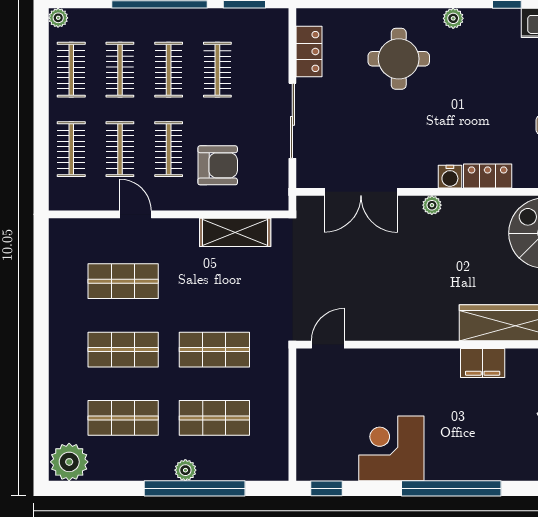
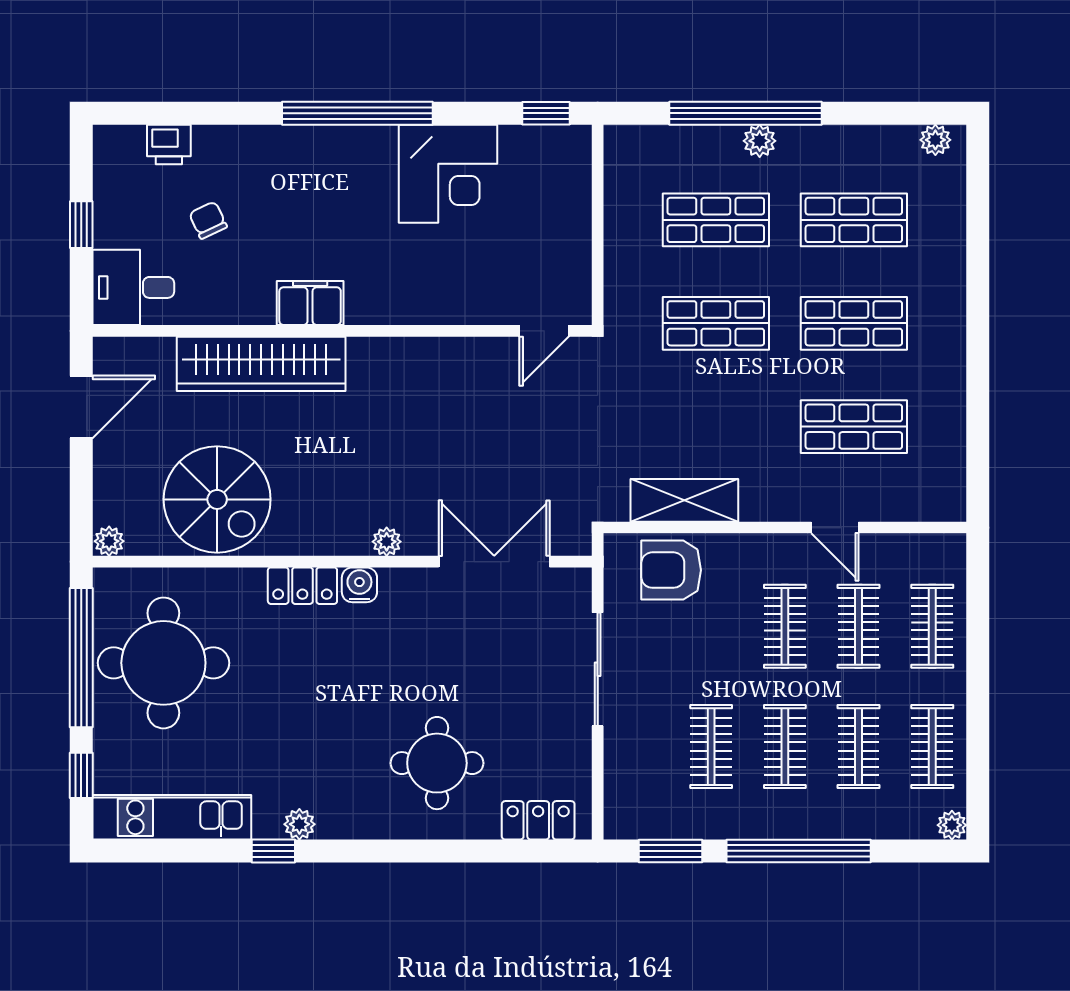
plant: (453, 18) -> (299, 824), moved
locker: (309, 52) -> (538, 820), moved, turned 90
armchair: (218, 165) -> (671, 570), moved
plant: (69, 462) -> (935, 140), width x0.53, depth x0.53

